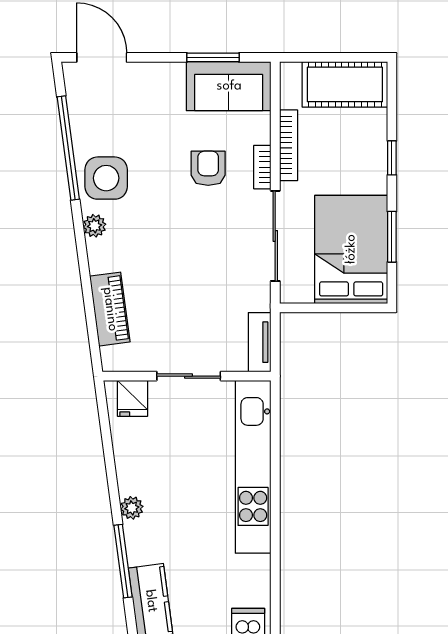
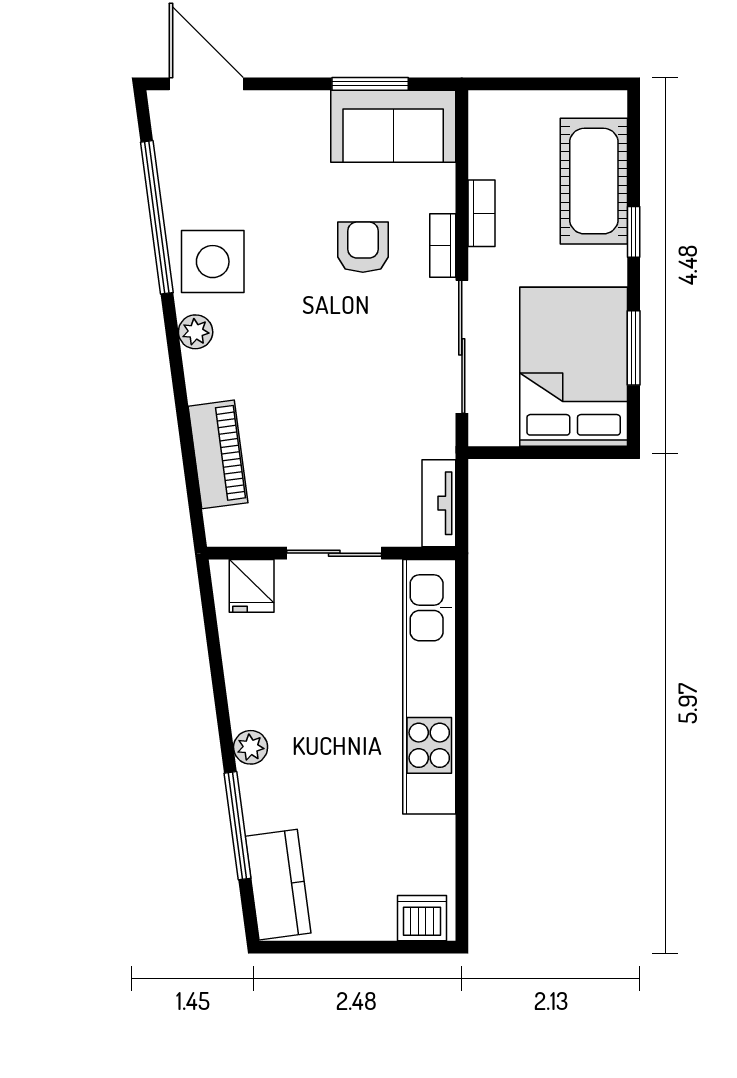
cot: (345, 84) -> (594, 181), moved, turned 90
bookcase: (289, 145) -> (481, 213), width x0.64

